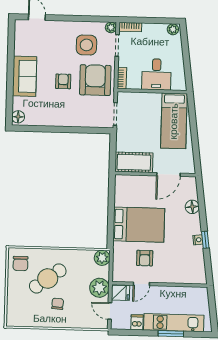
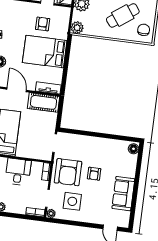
sofa: (25, 76) -> (123, 194), moved
door: (168, 175) -> (17, 90), hinge flipped
tv unit: (130, 181) -> (48, 88), added

